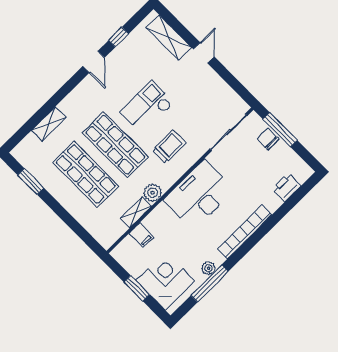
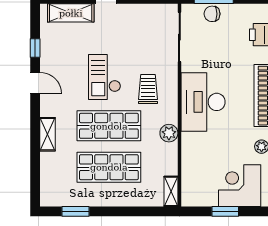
shelving: (49, 124) -> (47, 134), moved
shelving: (136, 212) -> (171, 191), moved
filing cabinet: (141, 235) -> (191, 171), removed

